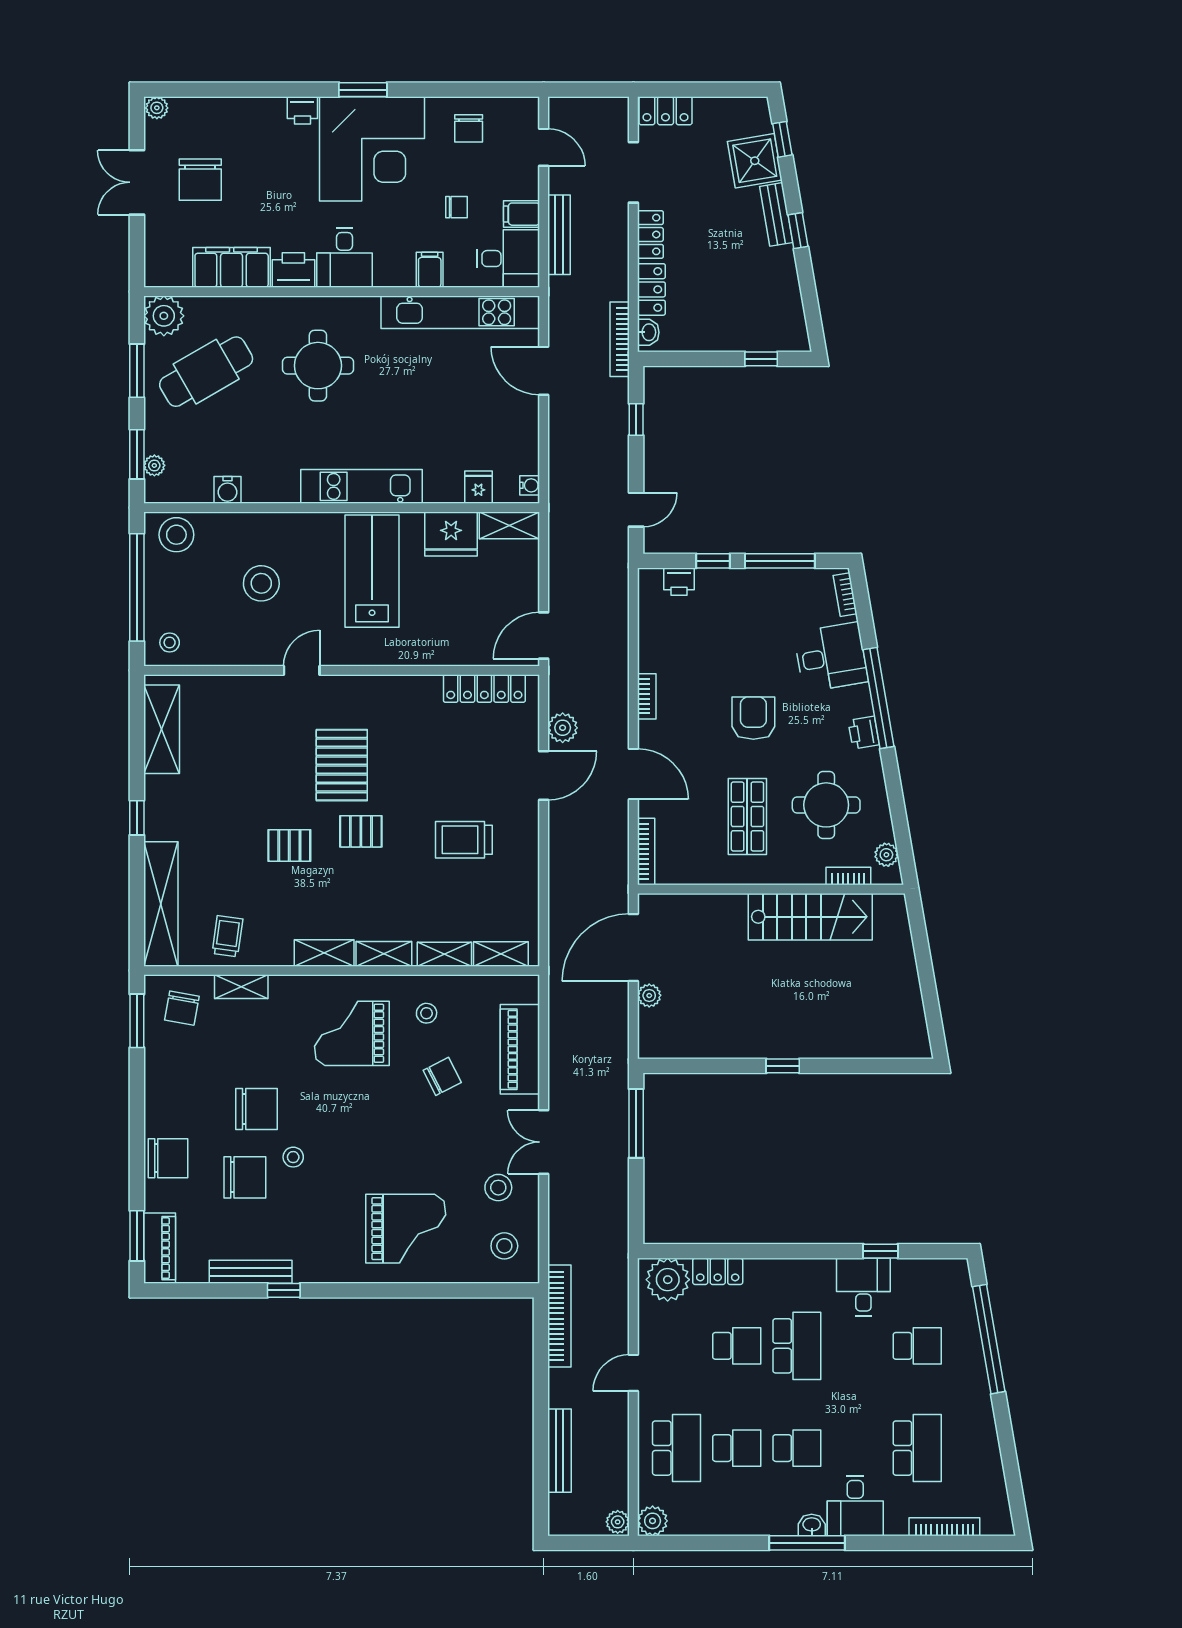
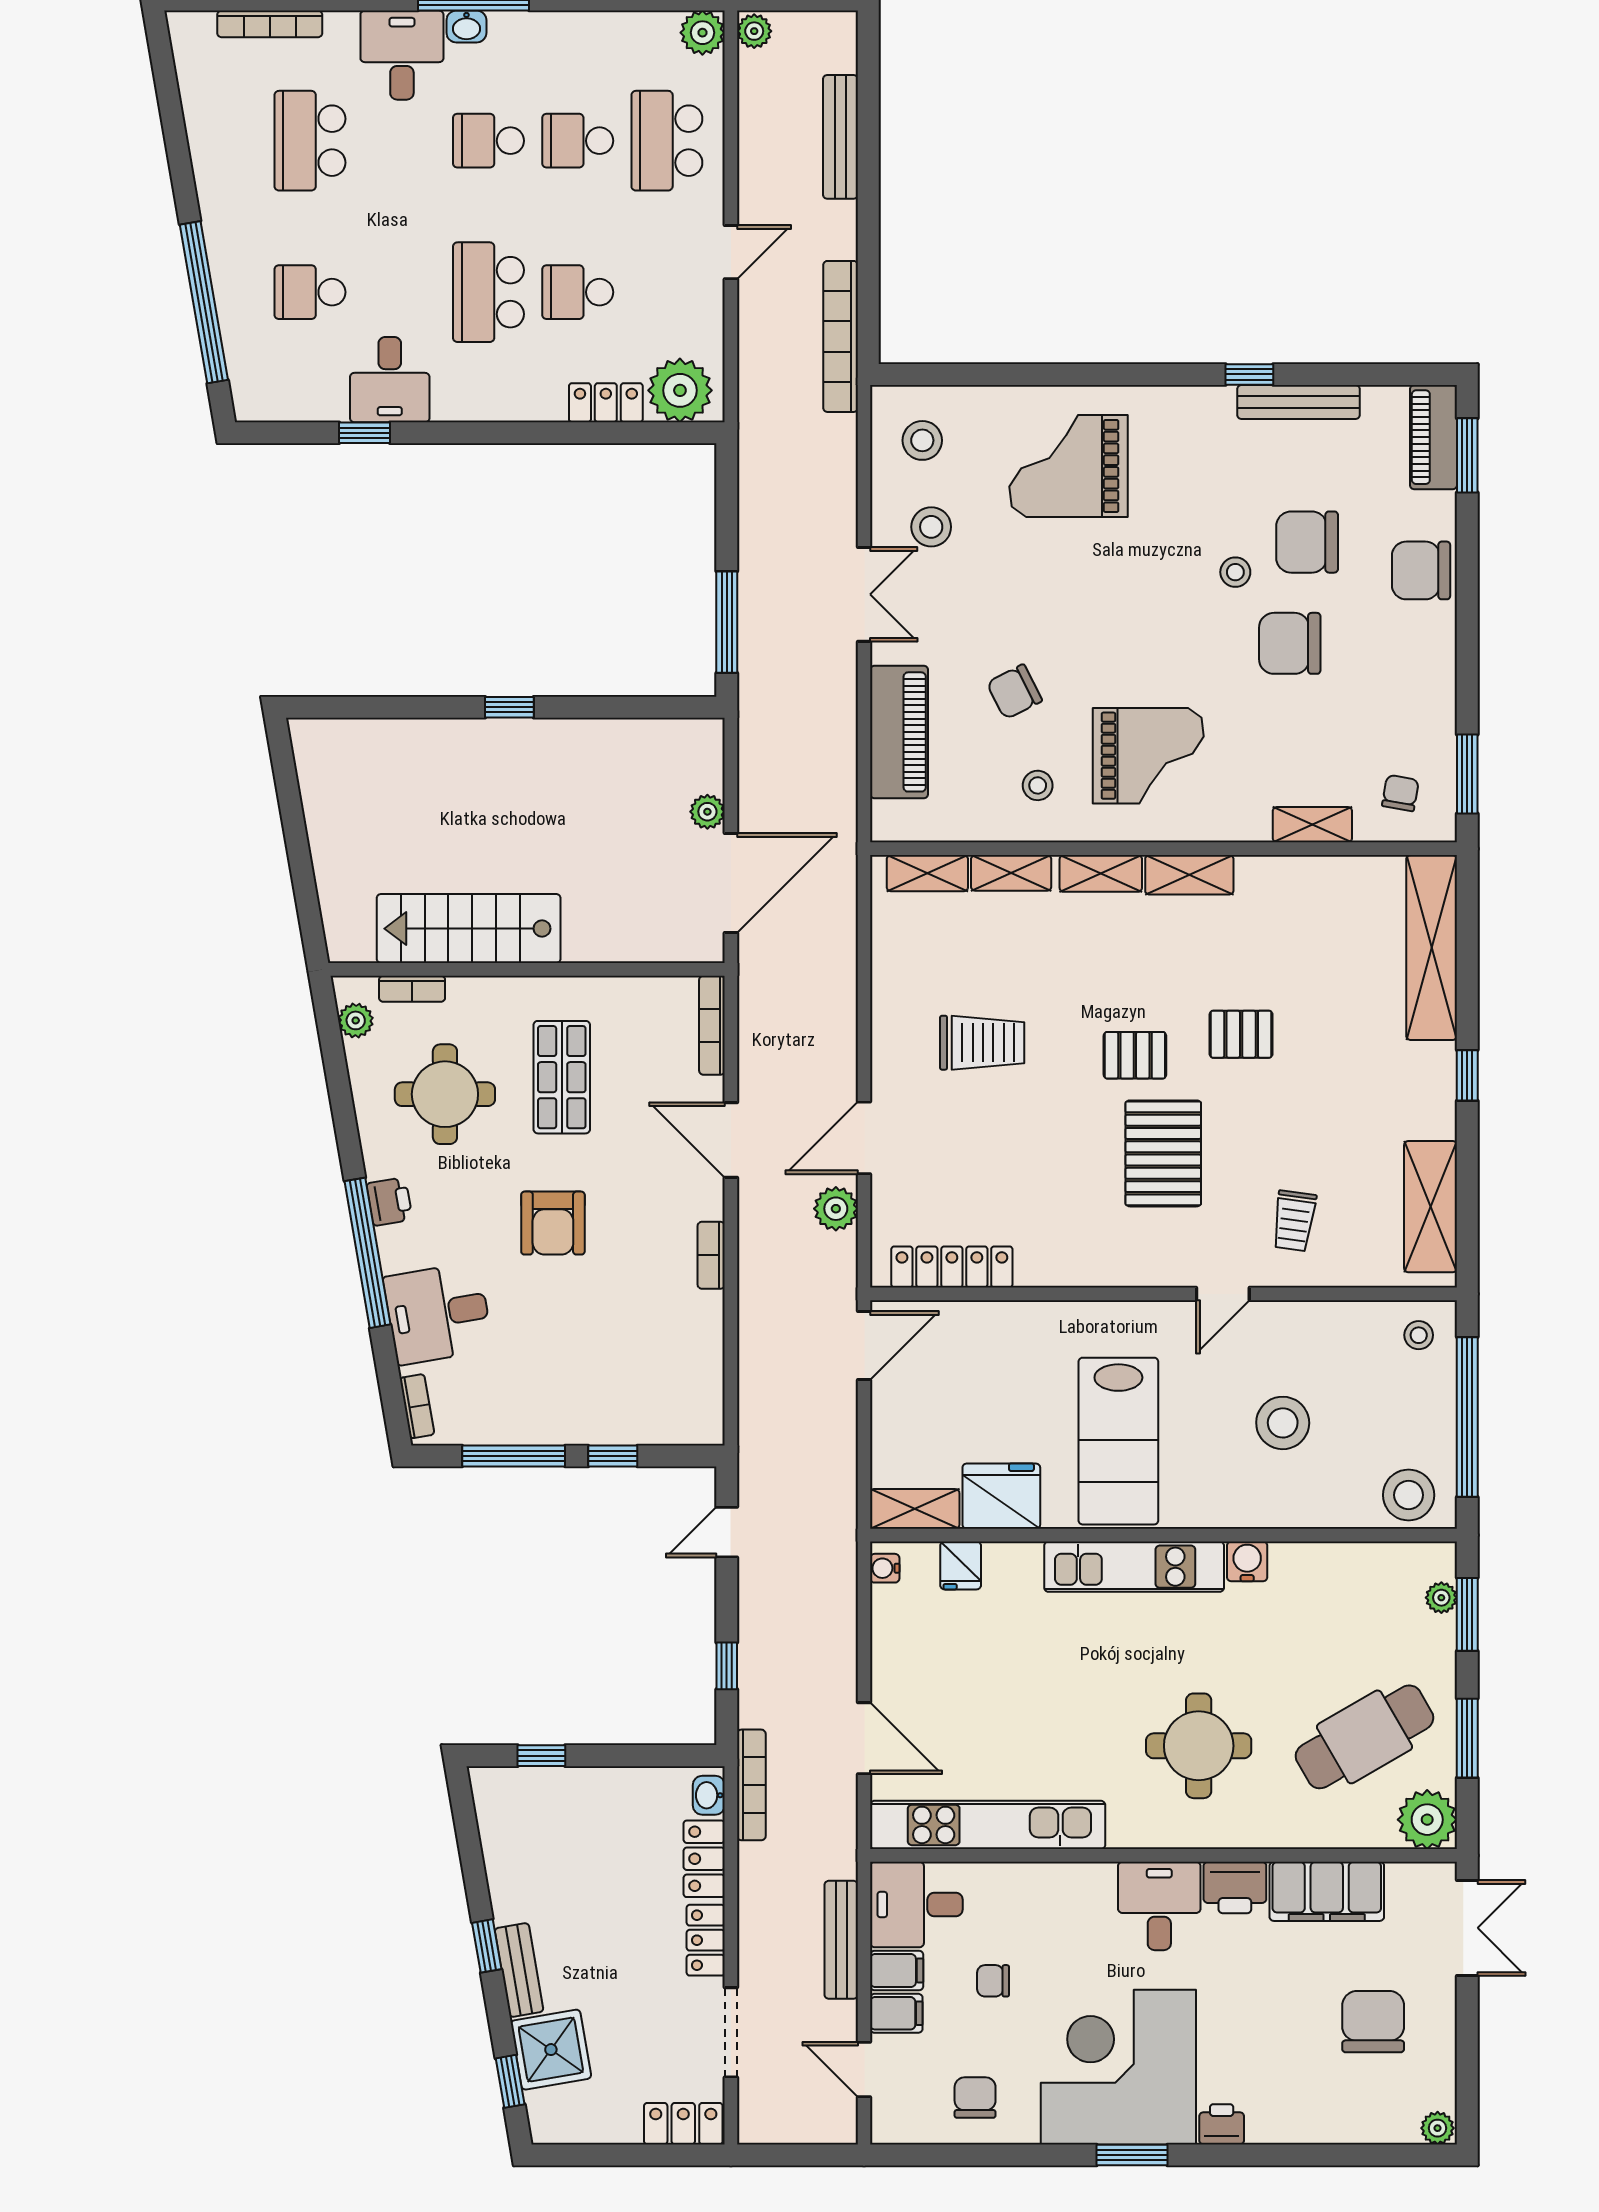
double door: (137, 182) -> (1467, 1928), moved
filing cabinet: (430, 270) -> (896, 2013), moved, turned -90
water cooler: (227, 490) -> (1247, 1561), moved
printer: (679, 582) -> (663, 1425), removed
trolley: (227, 936) -> (1294, 1221), moved
chair: (182, 1008) -> (1400, 793), width x0.73, depth x0.73

